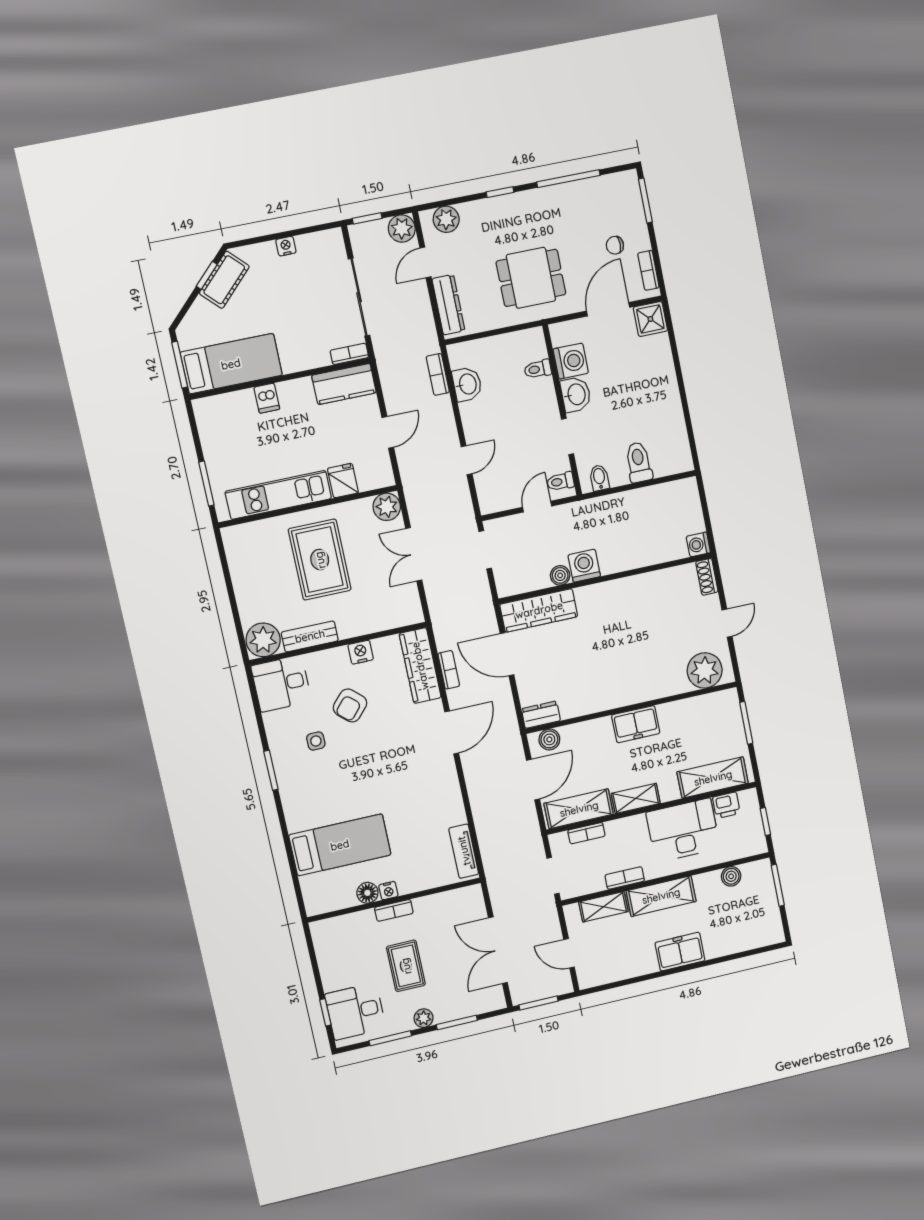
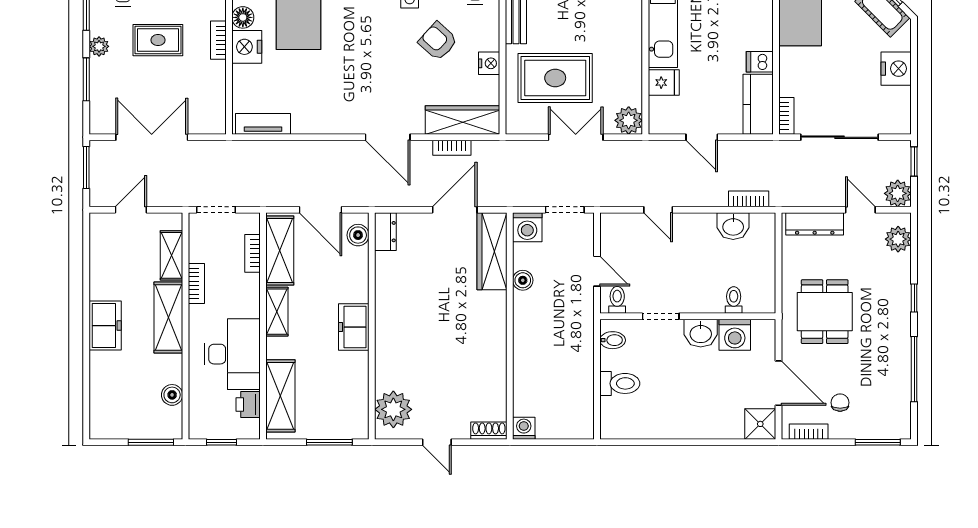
nightstand: (286, 246) -> (896, 69), width x1.89, depth x1.79
dishwasher: (267, 398) -> (760, 62), moved
rug: (320, 560) -> (555, 78), moved
washing machine: (584, 566) -> (527, 227), moved, turned 90
nightstand: (388, 891) -> (247, 47), width x1.89, depth x1.79

